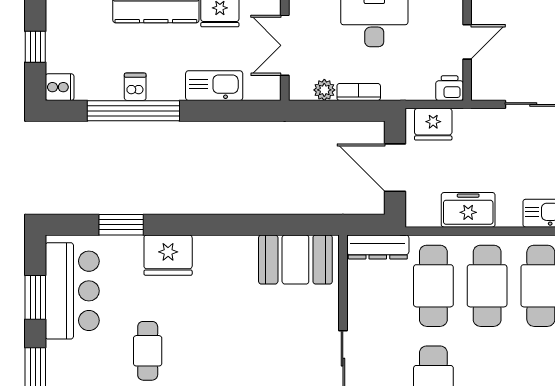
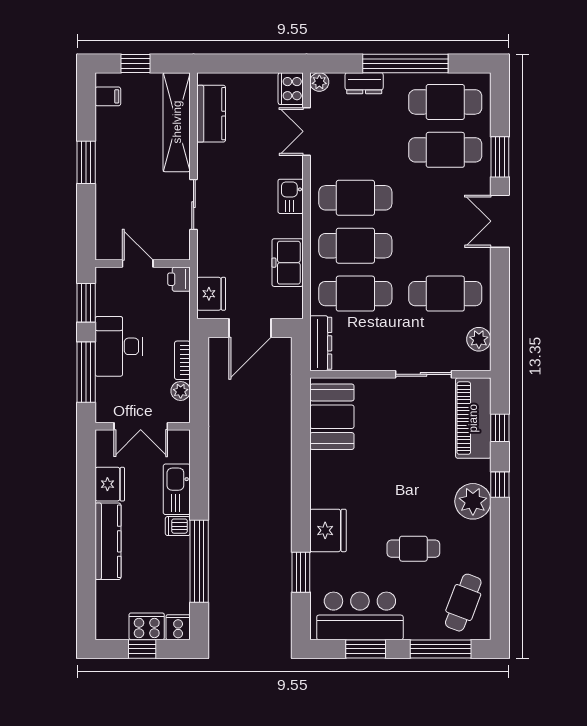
cooker: (61, 52) -> (147, 626), added
dishwasher: (135, 87) -> (178, 526), moved

